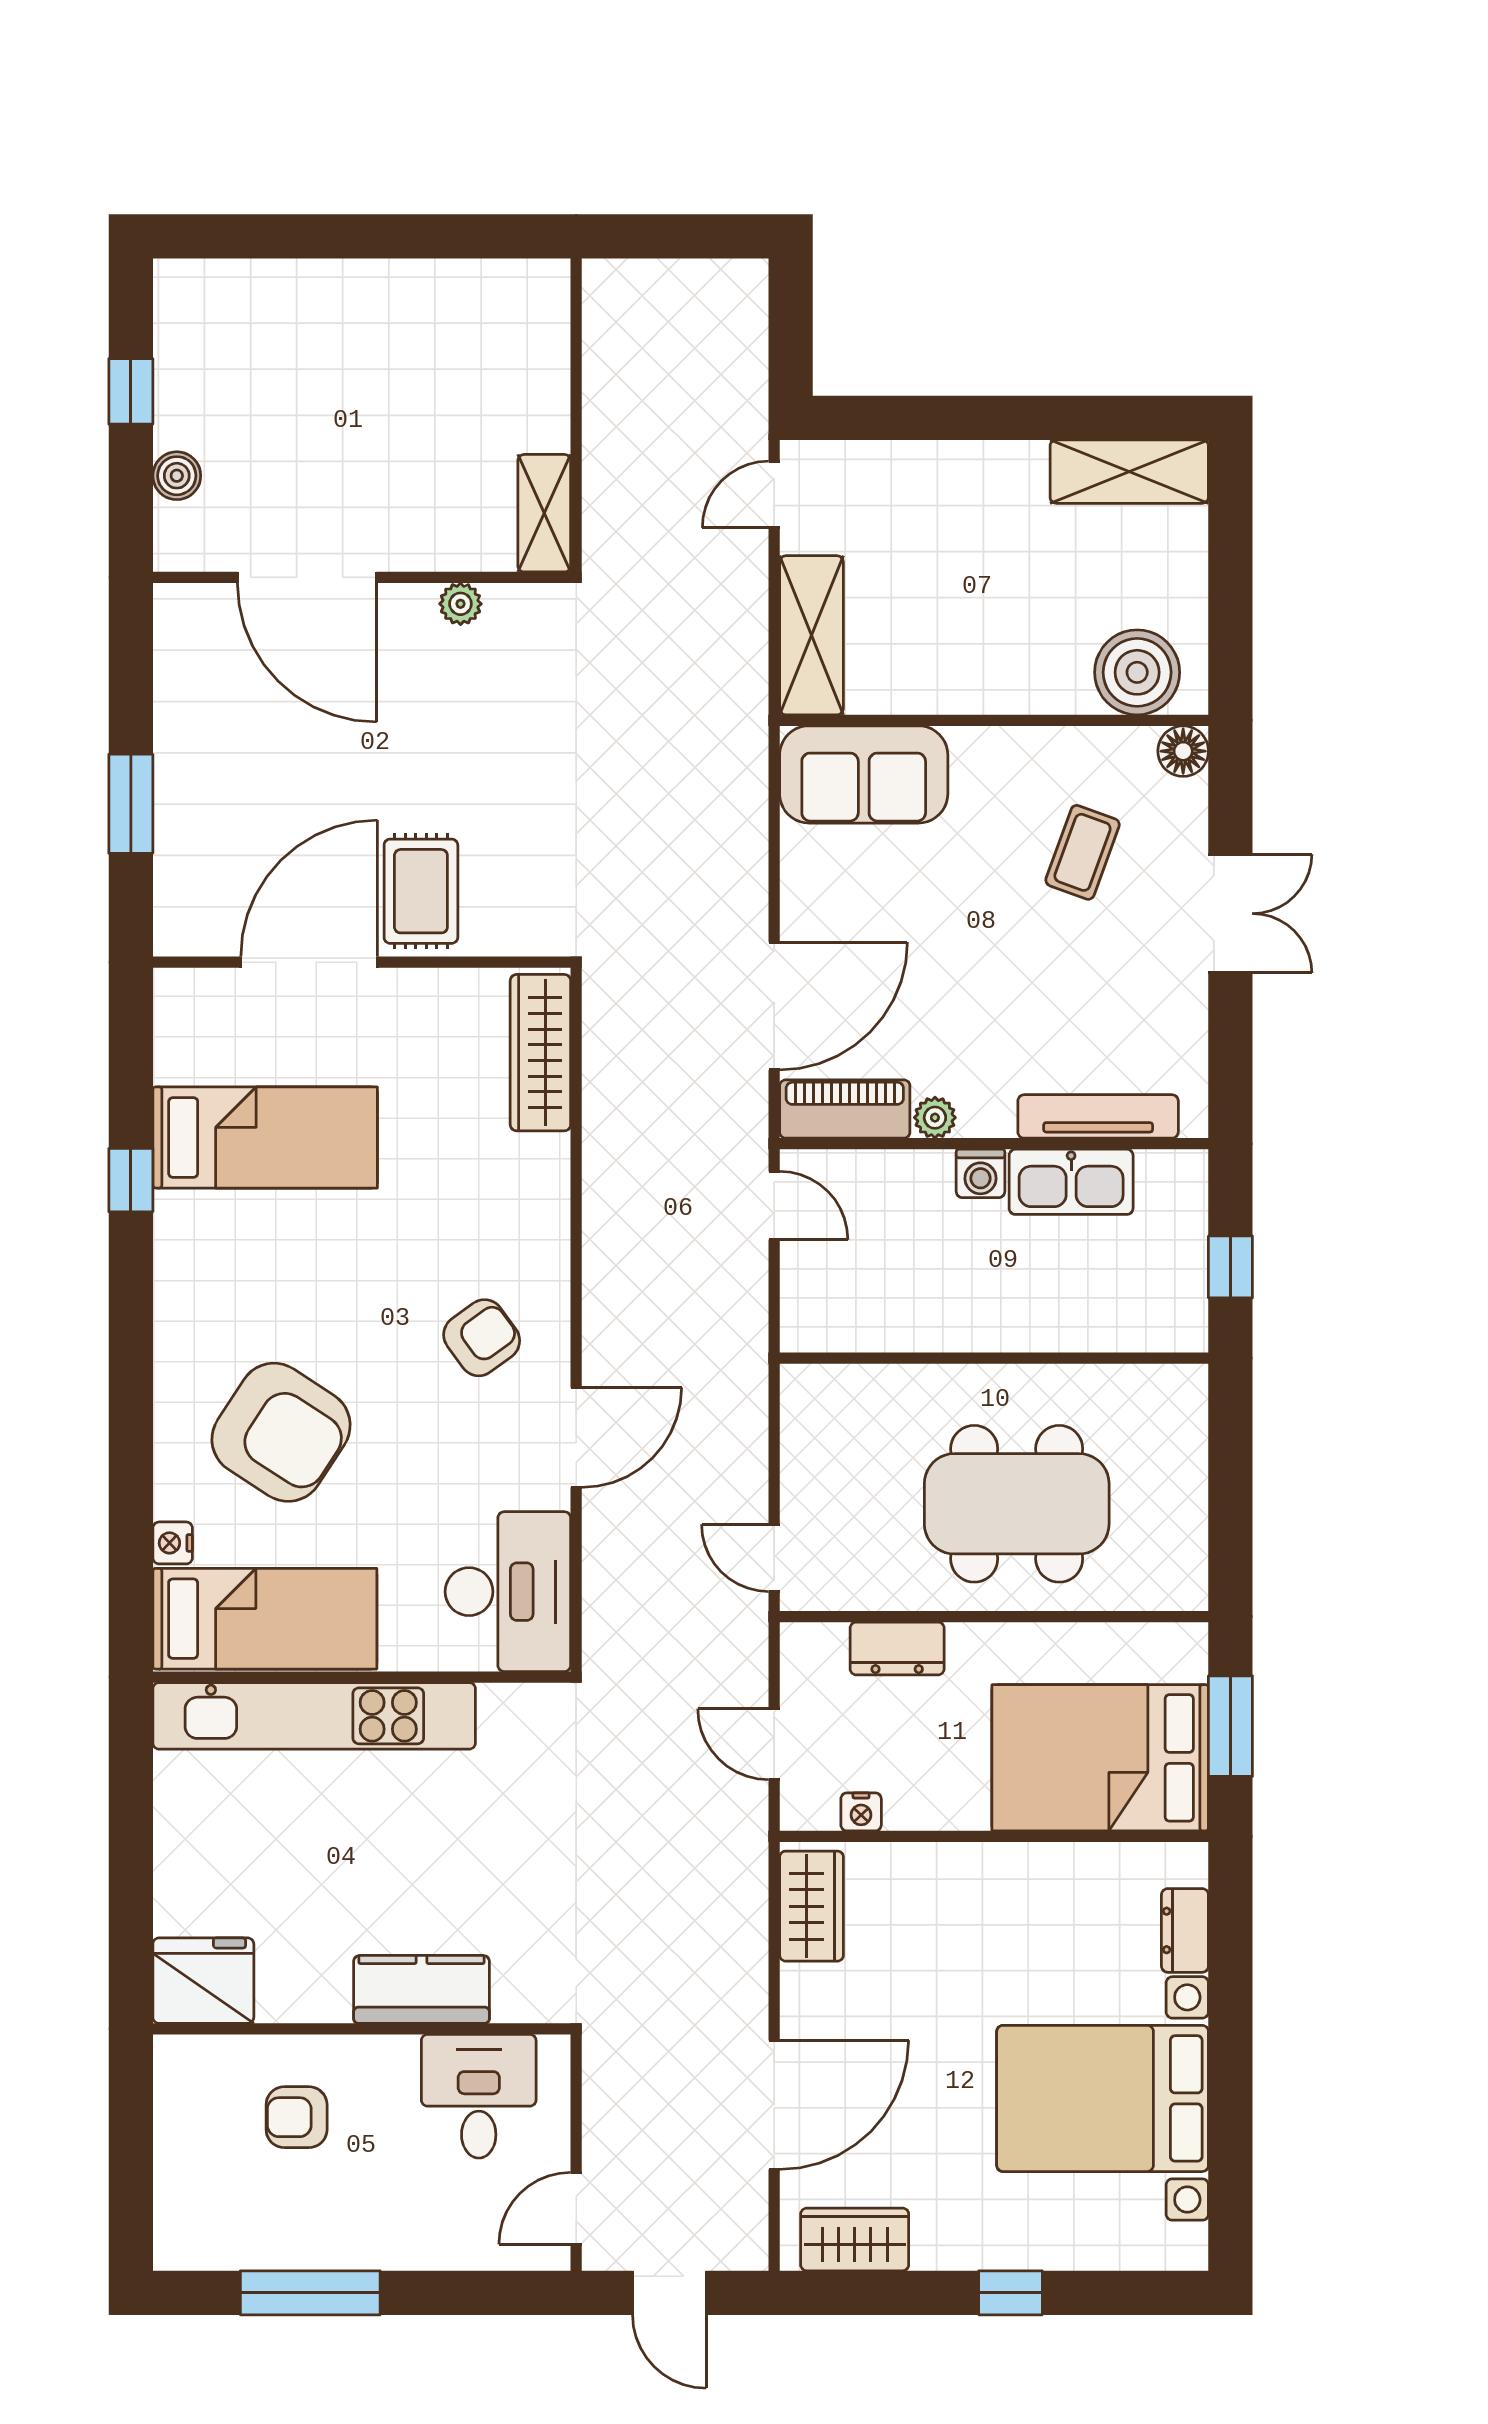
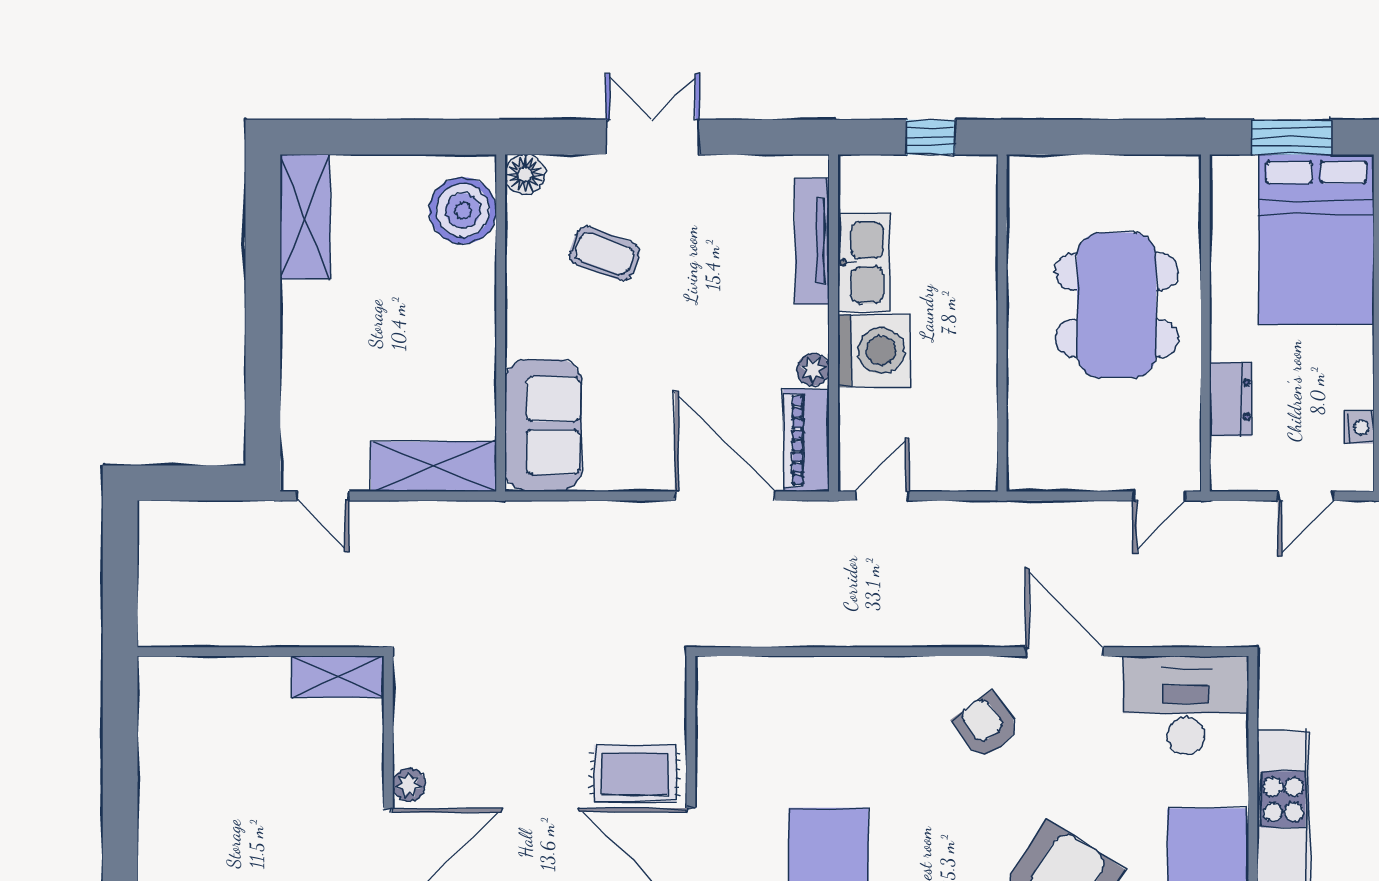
plant: (460, 604) -> (409, 785), moved
wardrobe: (540, 1053) -> (762, 680), removed
washing machine: (981, 1173) -> (874, 351), width x1.89, depth x1.89

